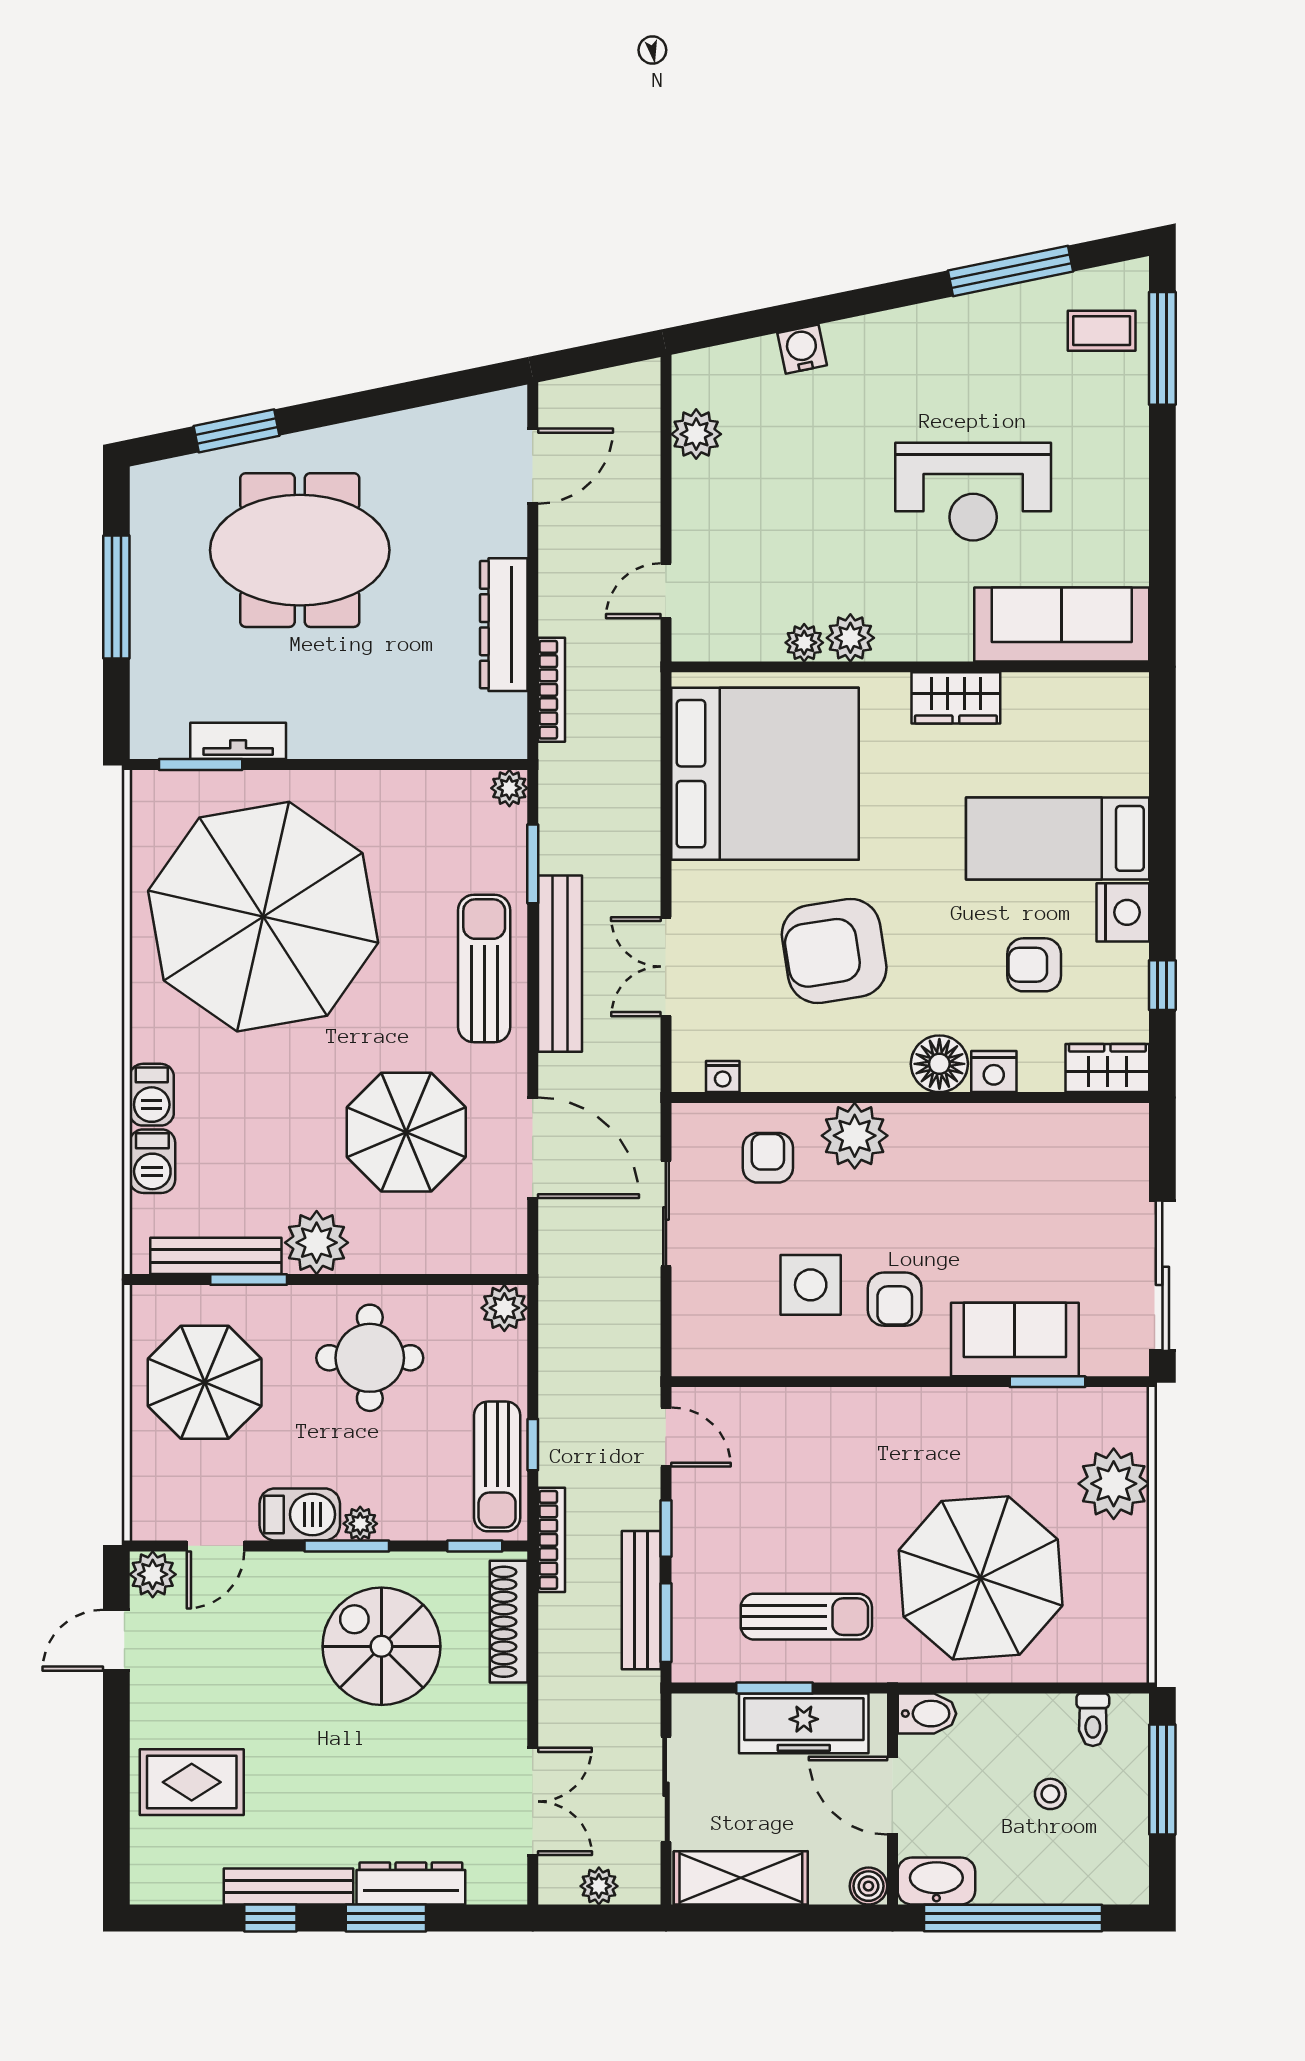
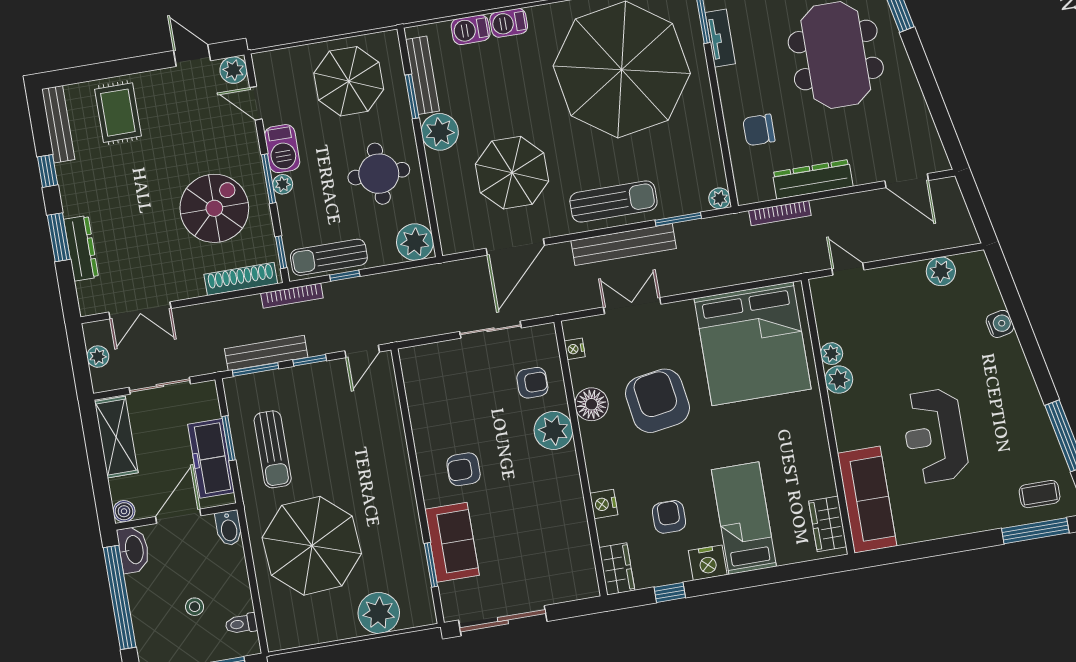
coffee table: (1102, 331) -> (1040, 494), turned 90
wardrobe: (956, 698) -> (828, 524), moved
chair: (405, 702) -> (759, 130), added
floor lamp: (939, 1064) -> (591, 404), moved
side table: (811, 1285) -> (464, 420), removed
plant: (504, 1308) -> (415, 242), width x1.36, depth x1.36
bench: (289, 1887) -> (58, 124), moved

